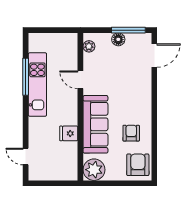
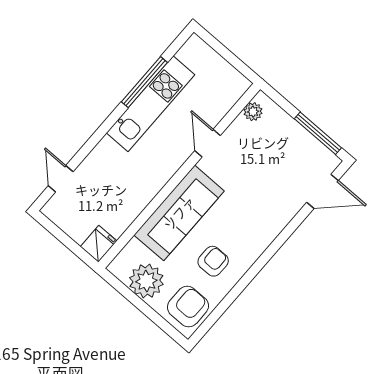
floor lamp: (118, 39) -> (296, 134), removed
fridge: (69, 133) -> (99, 244), moved, turned 90
plant: (94, 170) -> (146, 281), moved

